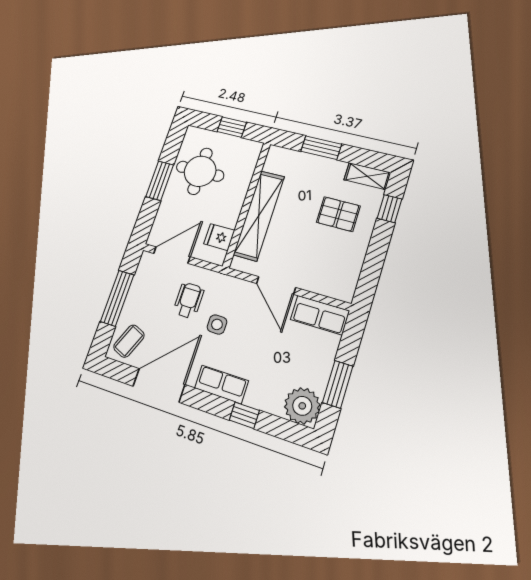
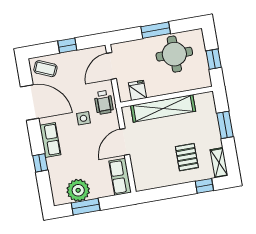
door: (172, 255) -> (112, 66), swing flipped
window: (117, 298) -> (67, 46), width x0.46
wheelchair: (189, 300) -> (104, 102), moved, turned 90
plant: (302, 406) -> (78, 190), moved

